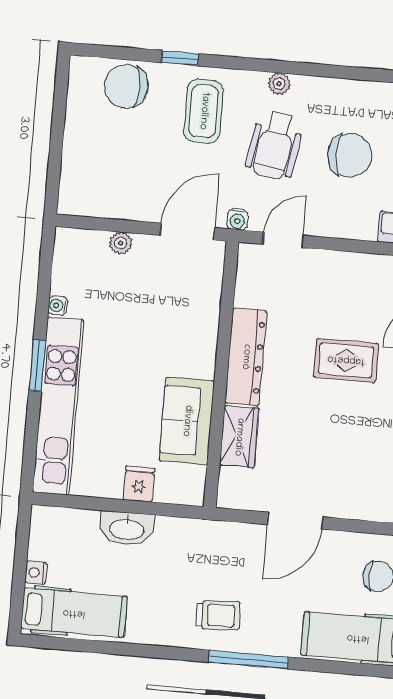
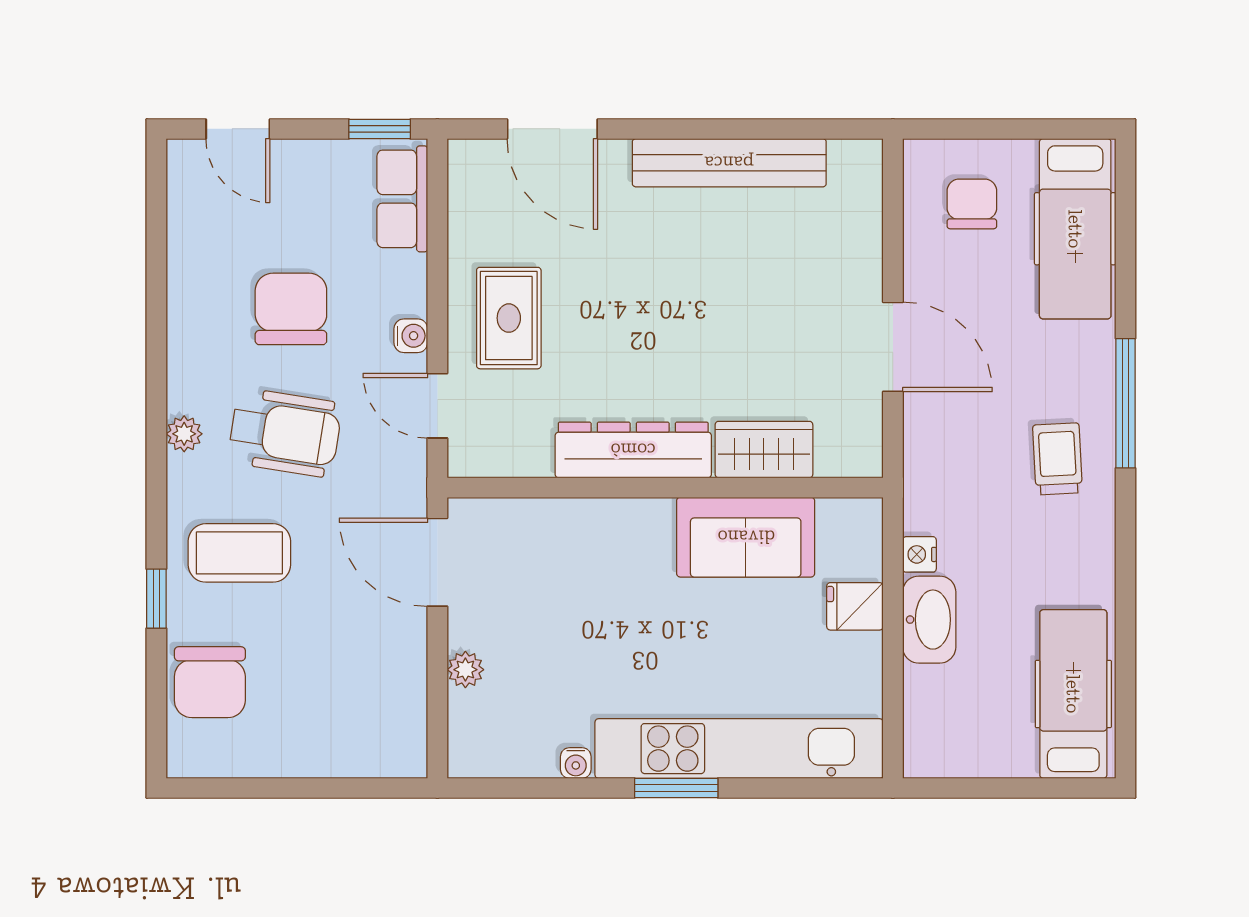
water cooler: (237, 220) -> (411, 336), moved
rug: (346, 360) -> (509, 318), moved
nightstand: (36, 573) -> (919, 554), moved, turned 90

